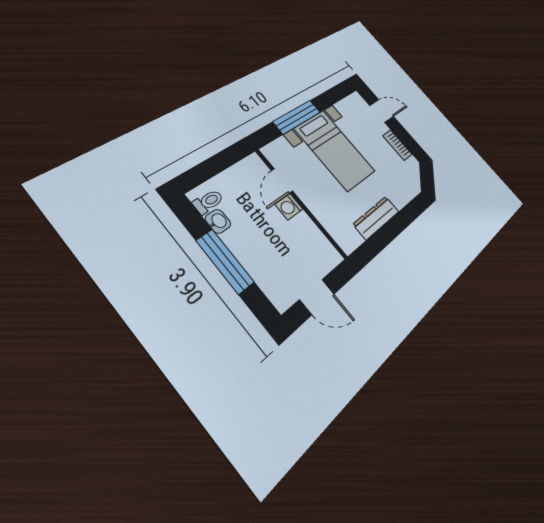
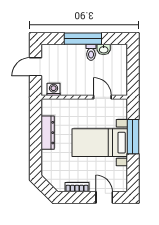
door: (382, 111) -> (104, 197), swing flipped
toilet: (208, 202) -> (91, 52), moved
washing machine: (289, 207) -> (54, 89), moved

